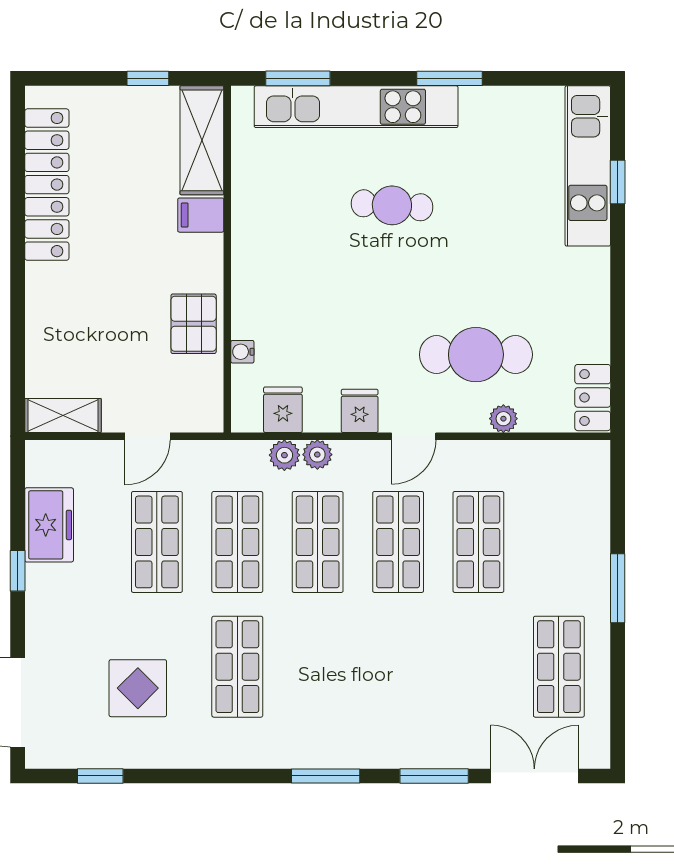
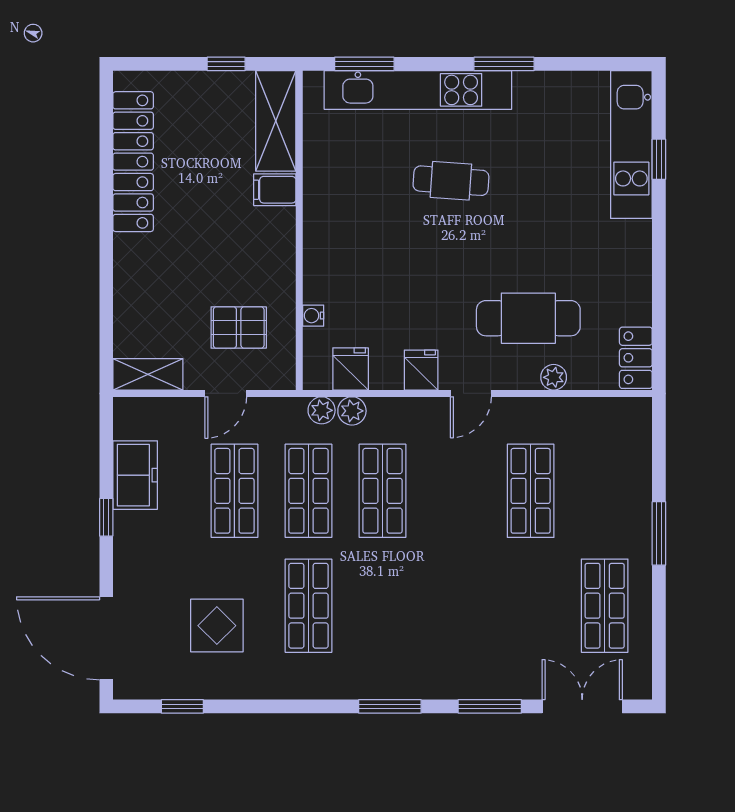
pallet: (194, 324) -> (239, 328), moved, turned 90
plant: (317, 455) -> (322, 410), moved
shop shelf: (398, 542) -> (457, 491), removed

